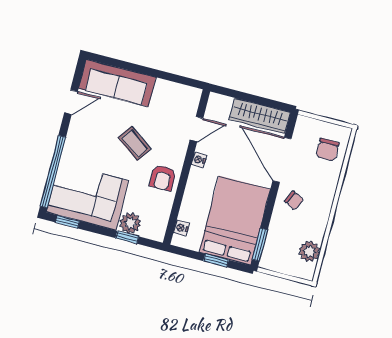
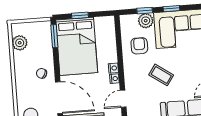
armchair: (163, 178) -> (139, 46), moved
window: (67, 222) -> (171, 9), moved
nightstand: (181, 228) -> (113, 68), moved

